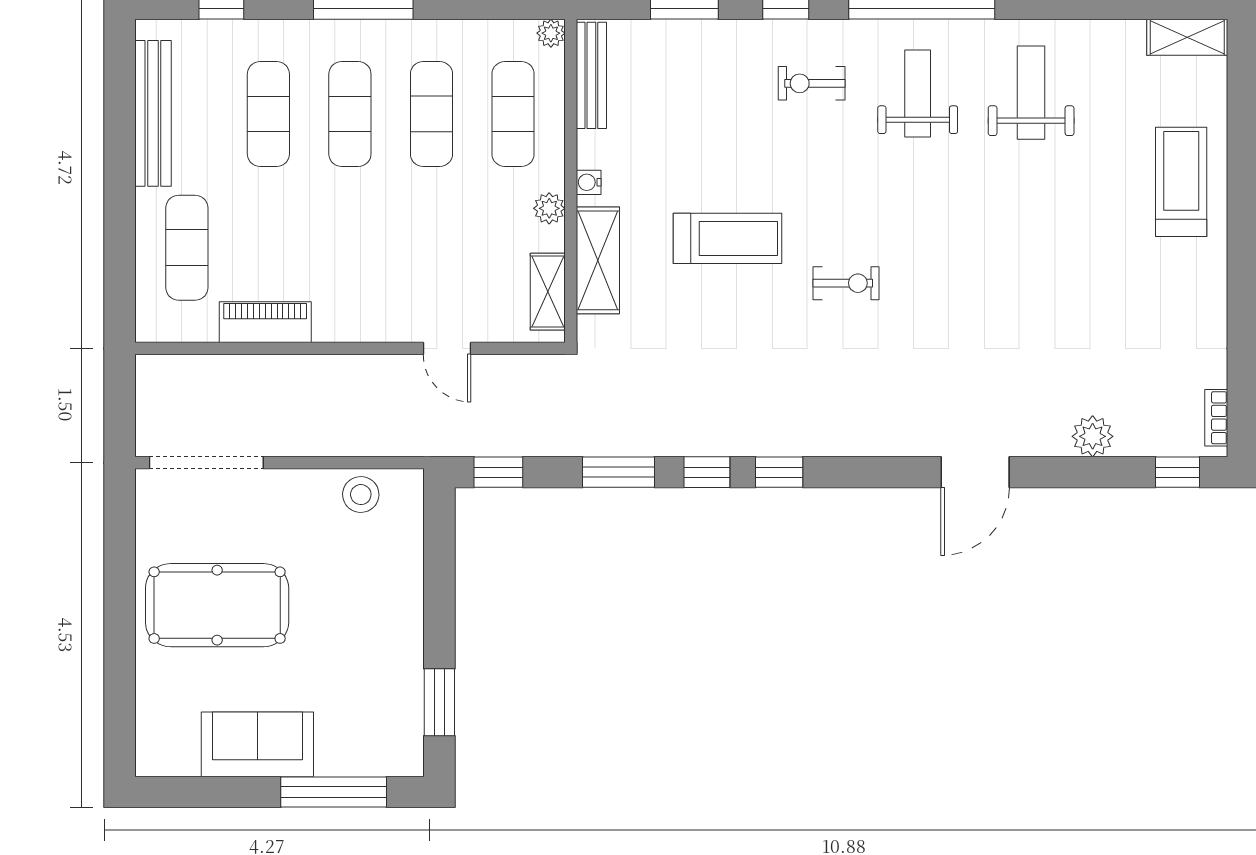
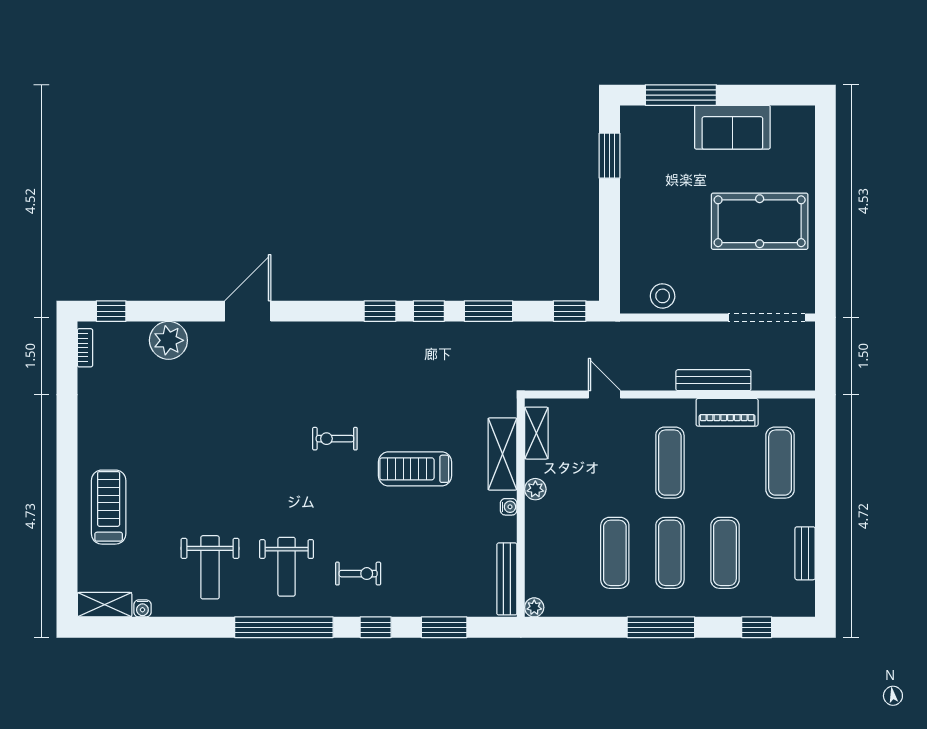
water cooler: (1131, 32) -> (142, 608), added
bench: (153, 113) -> (805, 553), width x0.54, depth x0.82
exercise mat: (513, 114) -> (670, 463), moved
treadmill: (1181, 182) -> (109, 507), turned 180
bench: (285, 370) -> (713, 380), added
plant: (1093, 436) -> (168, 340), width x1.36, depth x1.36

